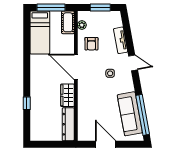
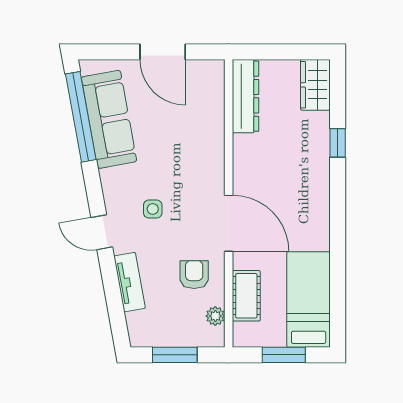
window: (51, 7) -> (284, 355), width x0.69
cot: (68, 22) -> (246, 296), moved
wardrobe: (67, 95) -> (315, 85), moved, turned 180

